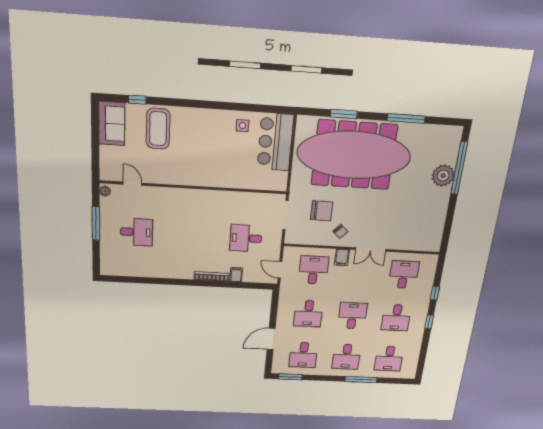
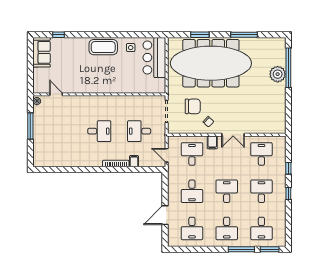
coffee table: (158, 129) -> (103, 47), moved, turned 90
desk: (137, 232) -> (99, 131), moved
desk: (396, 318) -> (261, 191), turned 180
window: (290, 377) -> (270, 249), moved

